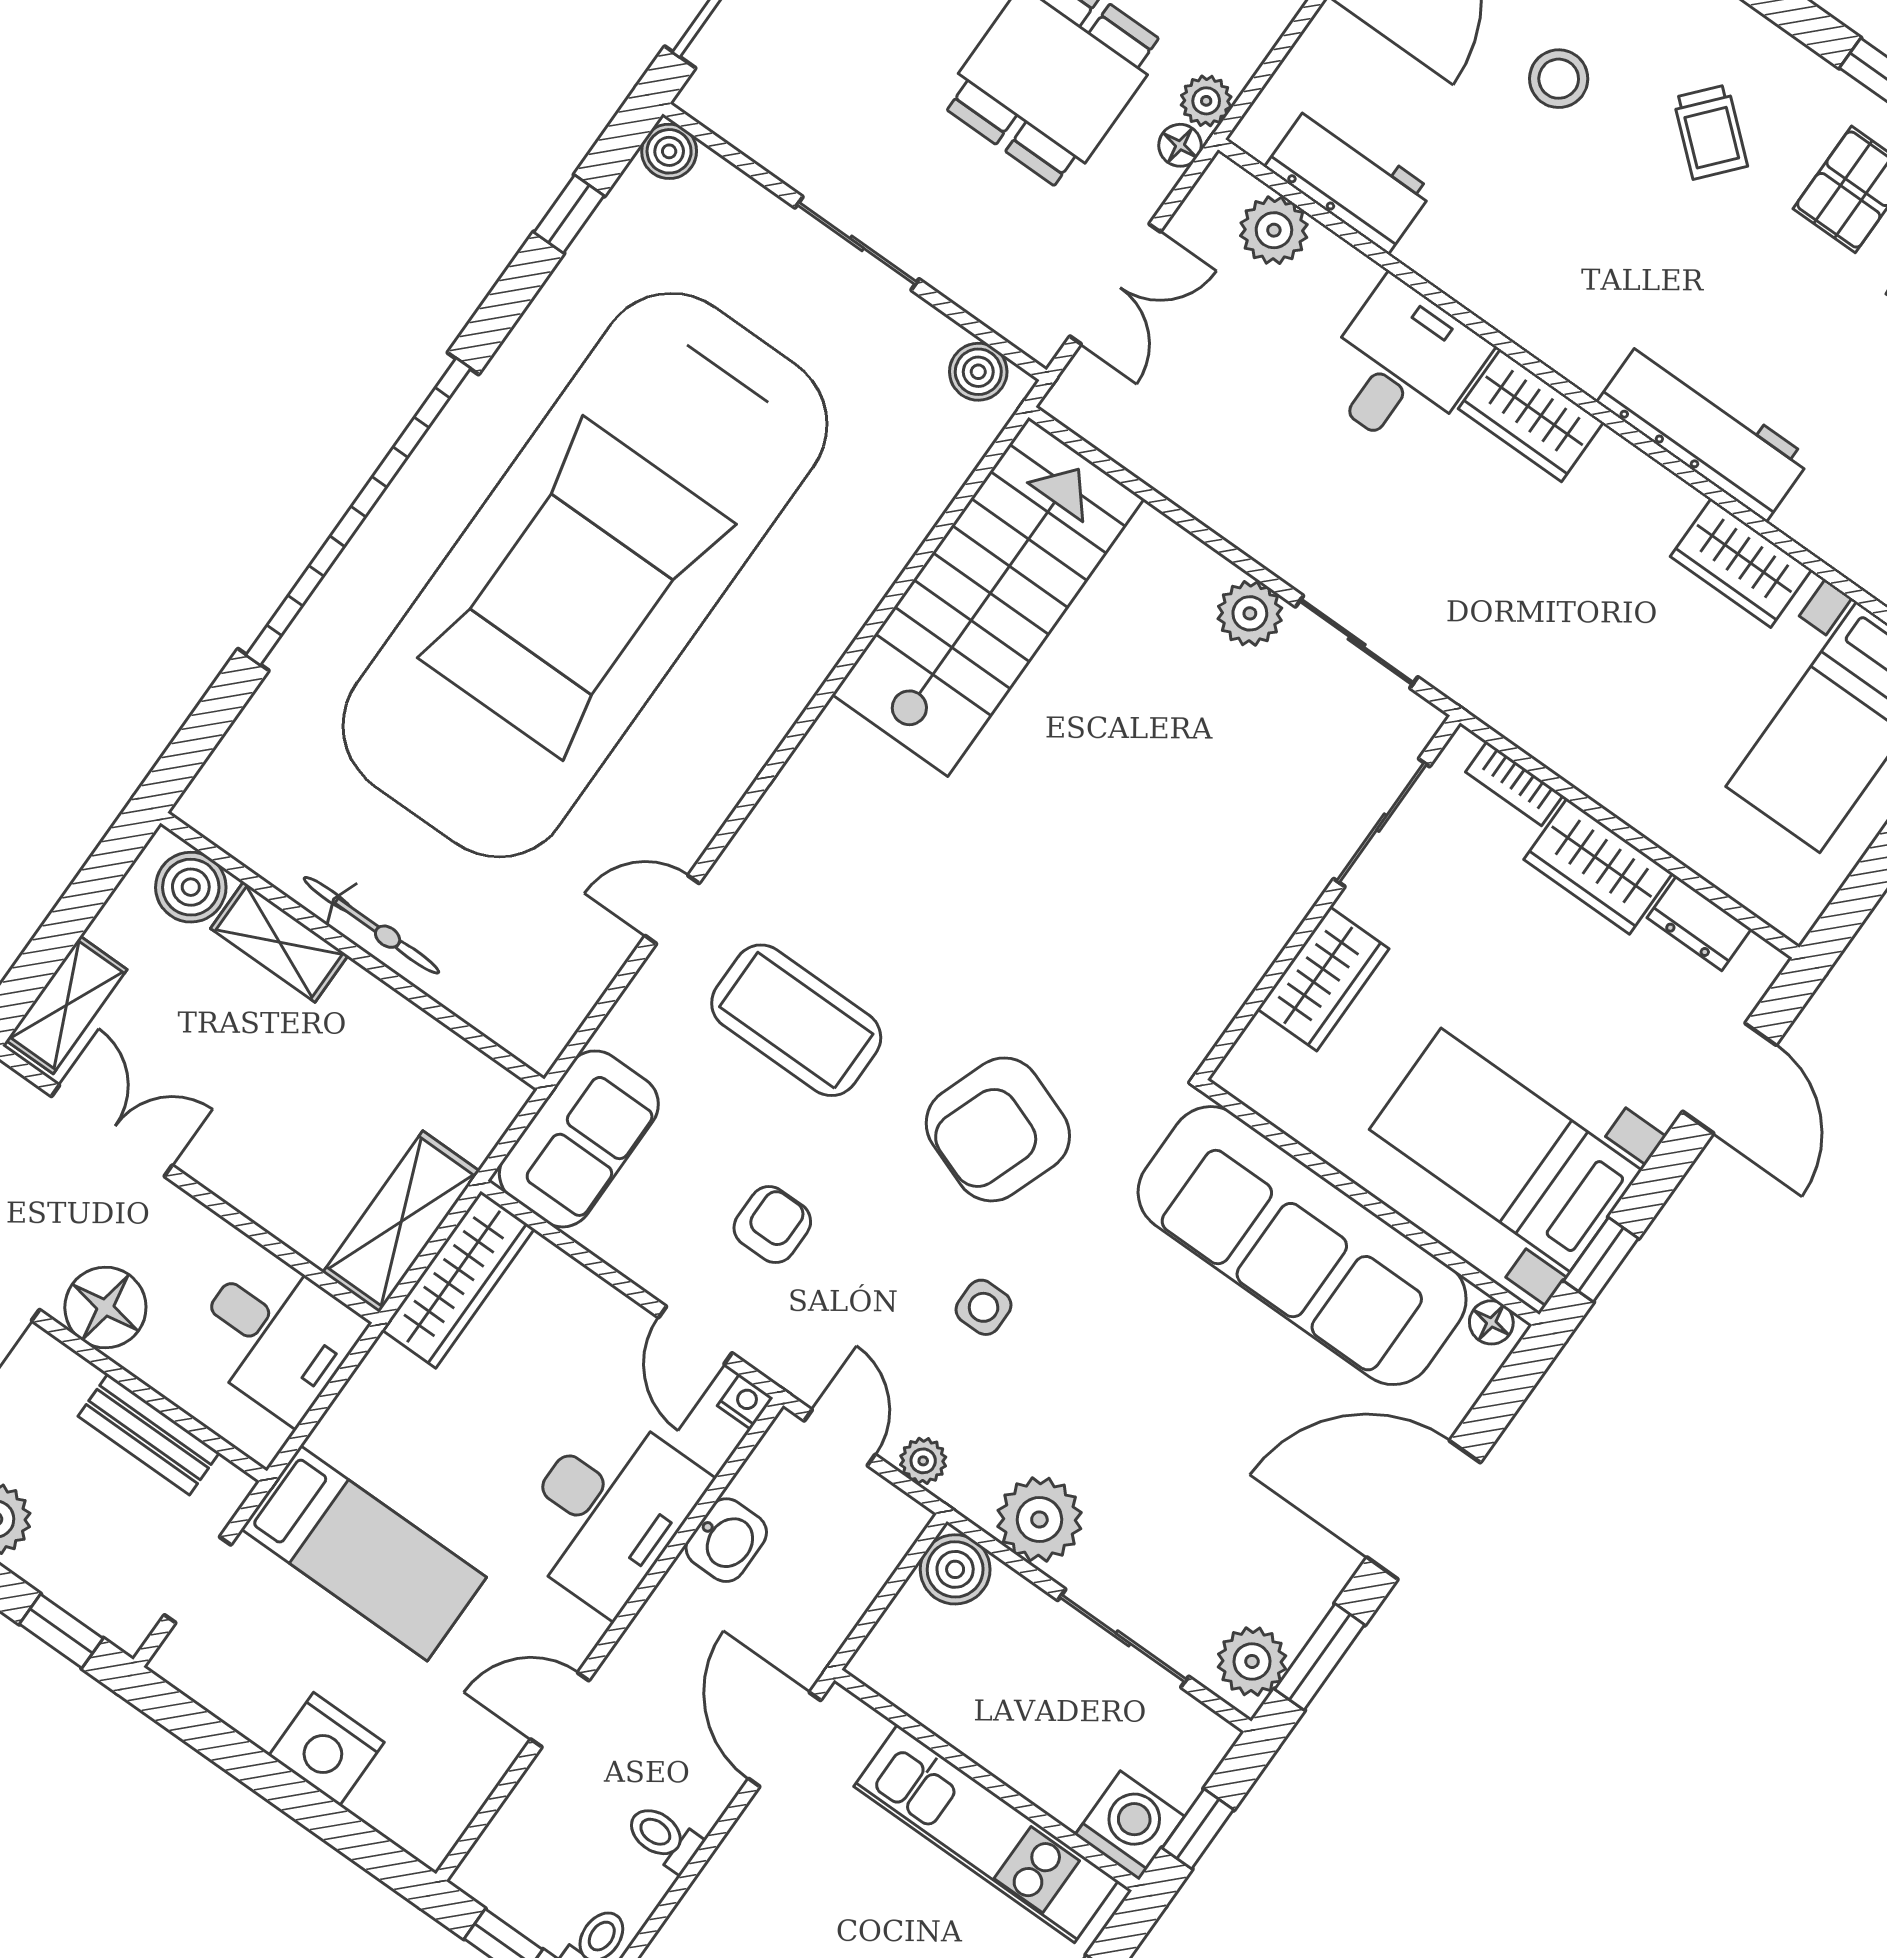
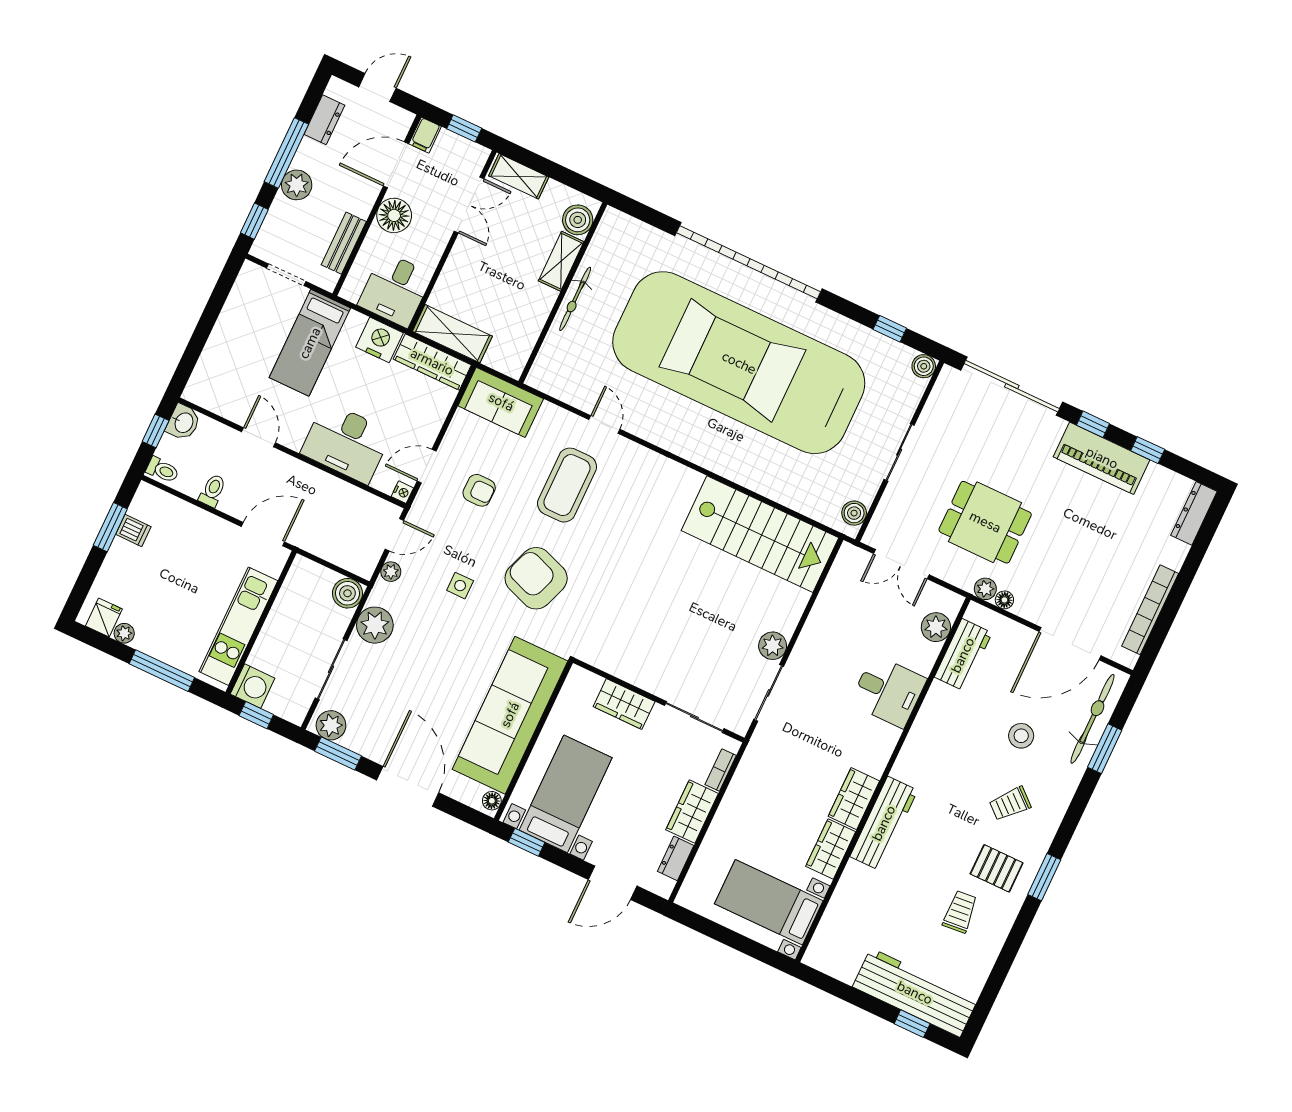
floor lamp: (1180, 145) -> (1004, 600), moved
wardrobe: (1531, 415) -> (854, 799), moved
washbasin: (726, 1540) -> (183, 422), moved, turned -90
nightstand: (327, 1749) -> (379, 340), moved, turned 90

